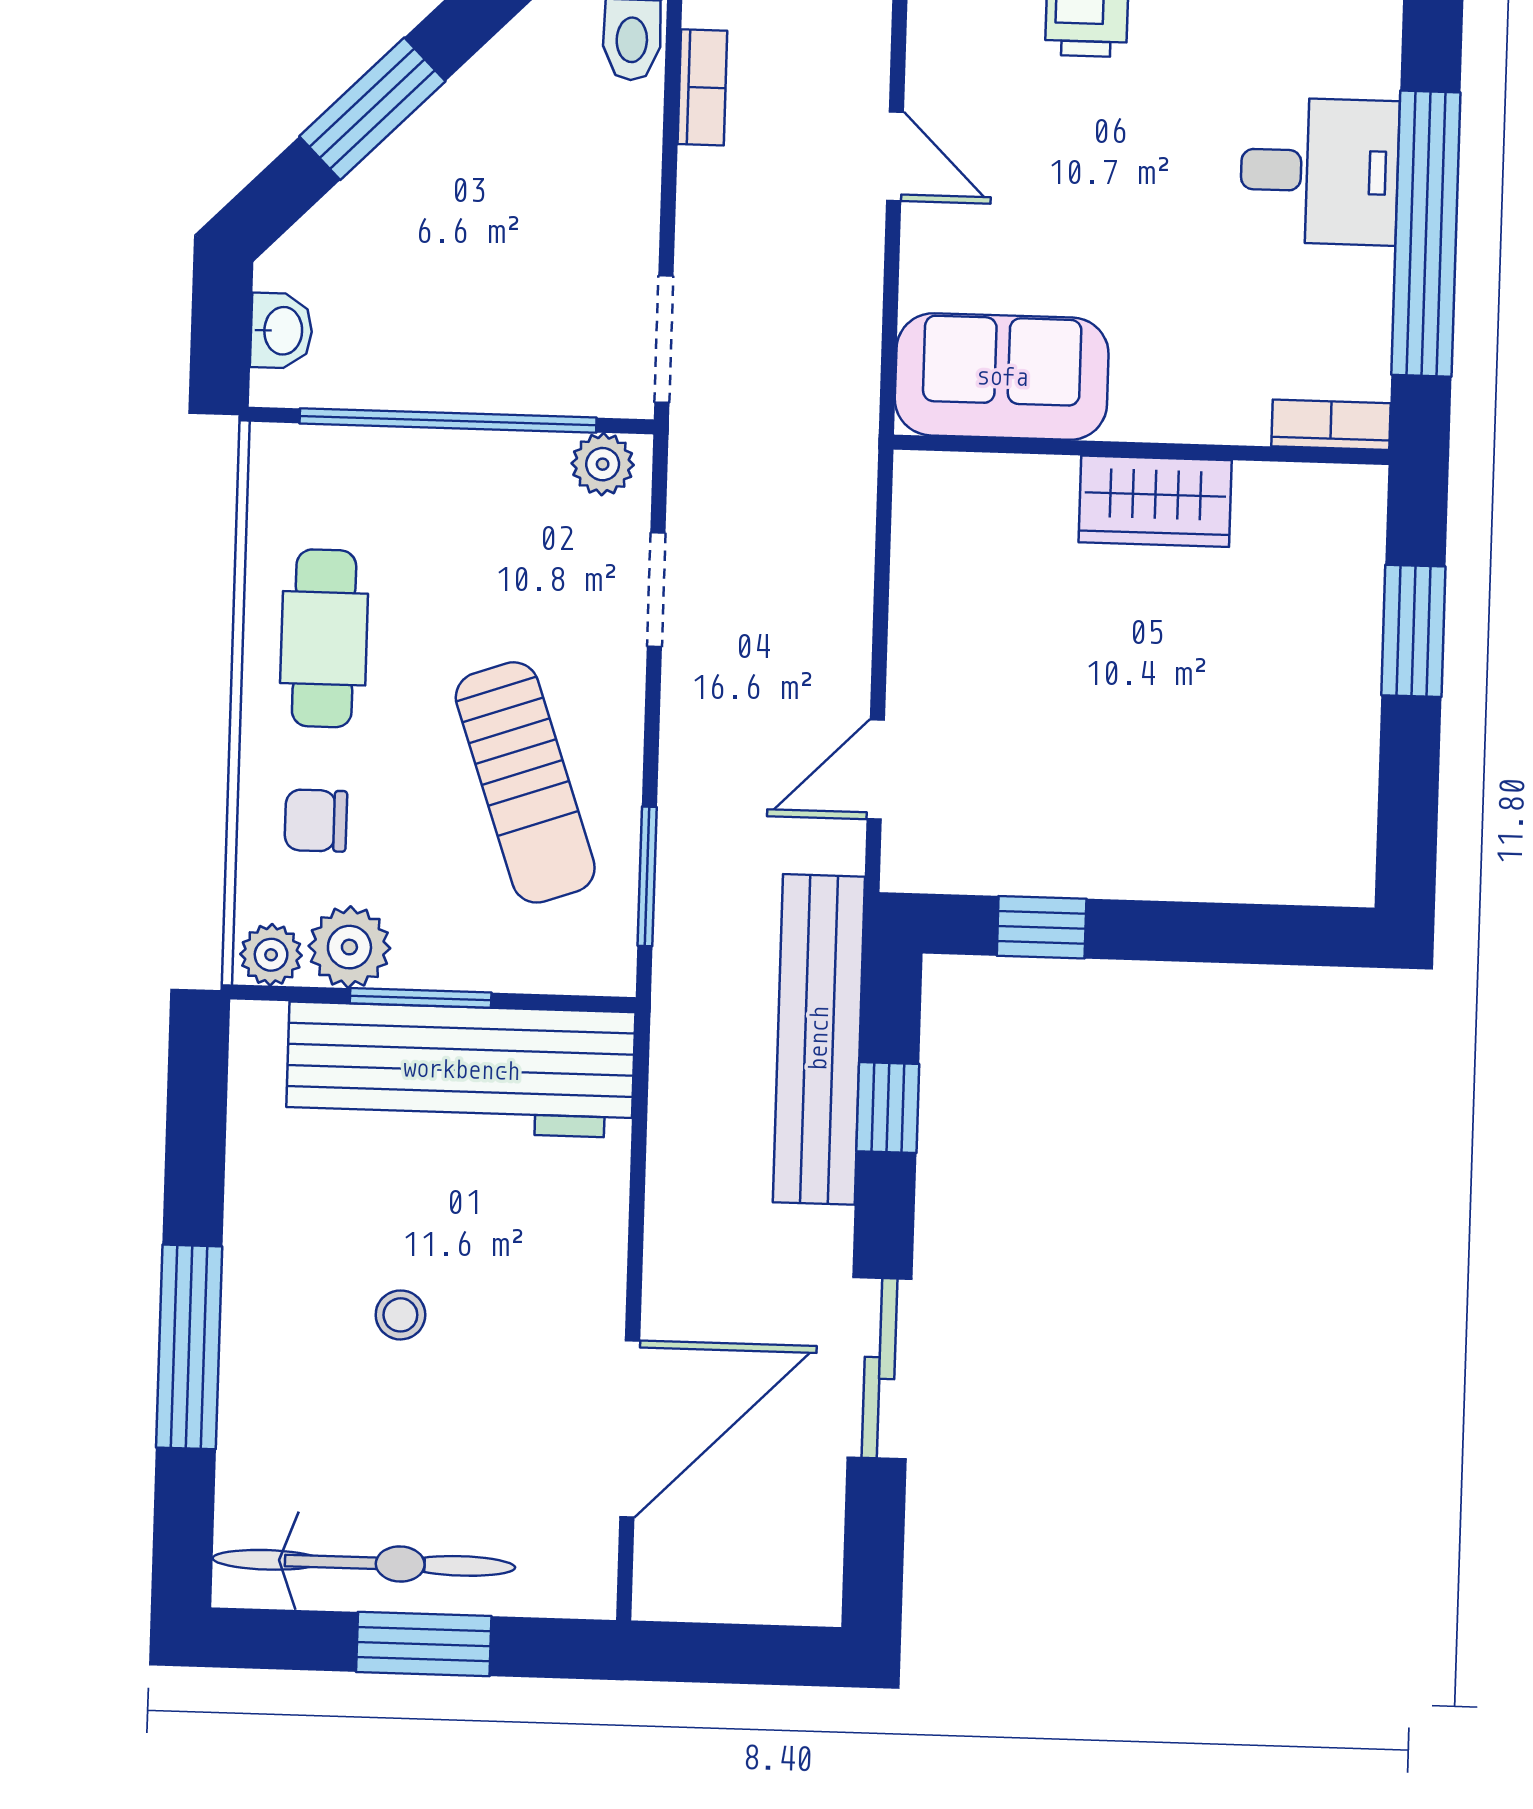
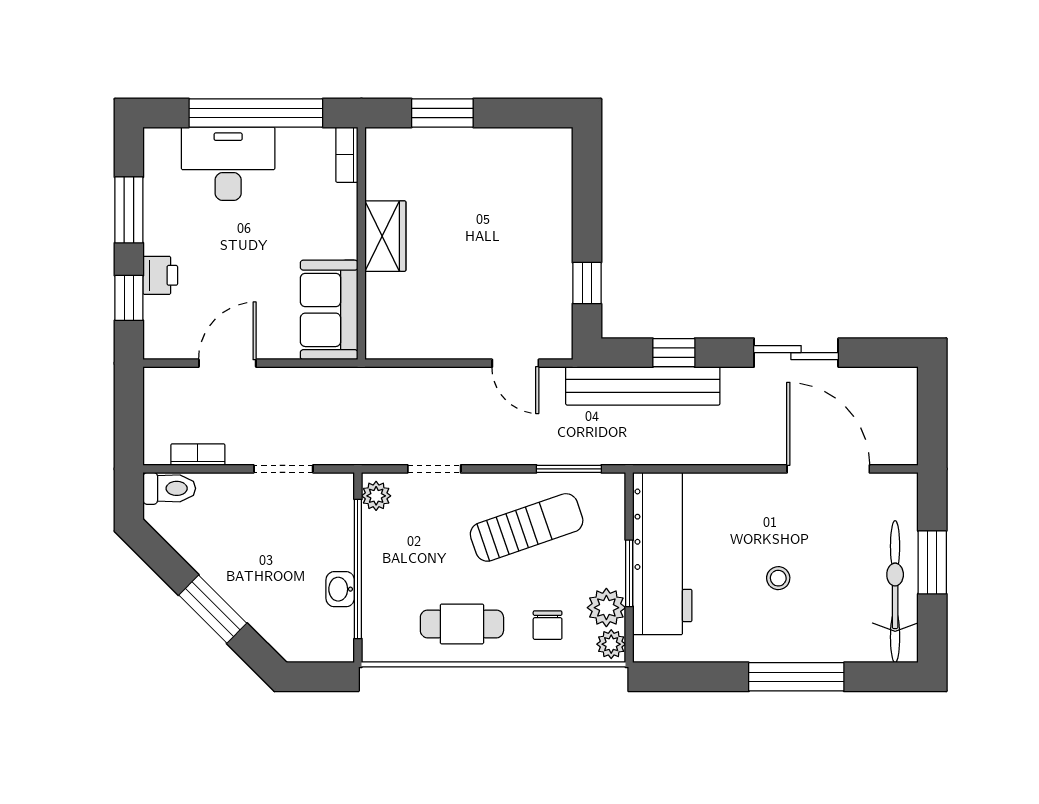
door: (895, 156) -> (227, 363), width x1.38
desk: (1320, 171) -> (228, 164), width x1.37
washbasin: (281, 331) -> (340, 589), moved, turned -90
doorway: (664, 339) -> (283, 469), moved

